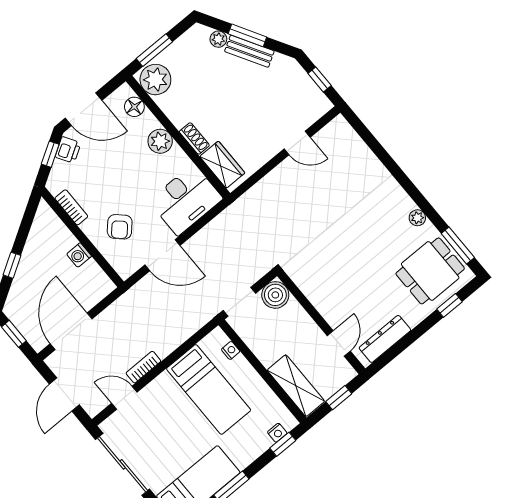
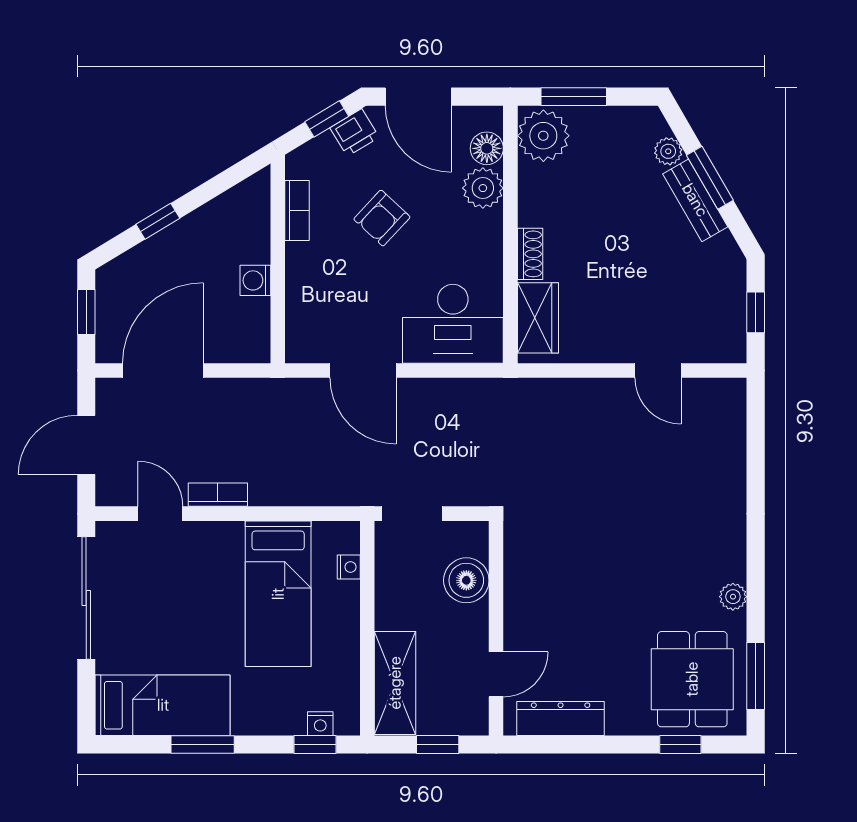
plant: (160, 141) -> (483, 188), moved
armchair: (120, 227) -> (382, 218), moved
dining table: (430, 271) -> (692, 679), turned 90
boiler: (275, 295) -> (466, 580), moved

